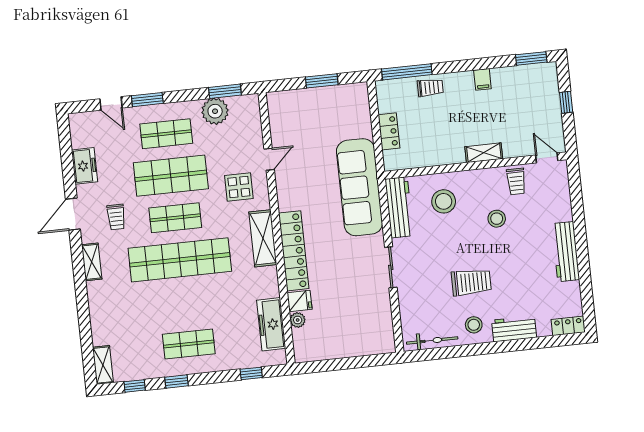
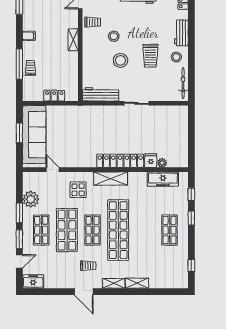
window: (407, 72) -> (19, 64), moved
window: (225, 91) -> (19, 213), moved
door: (269, 159) -> (53, 170), moved
freezer: (85, 166) -> (33, 281), moved
sofa: (359, 187) -> (34, 135), moved, turned -90
stool: (444, 201) -> (120, 60), moved
trolley: (471, 282) -> (150, 56), turned 180
shelving: (103, 365) -> (137, 283), moved
window: (177, 381) -> (191, 218), moved

